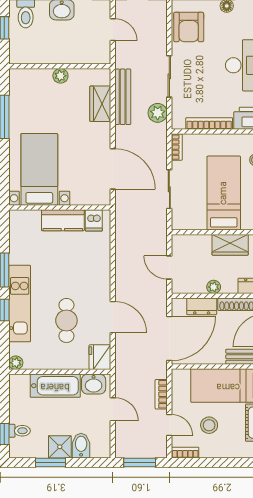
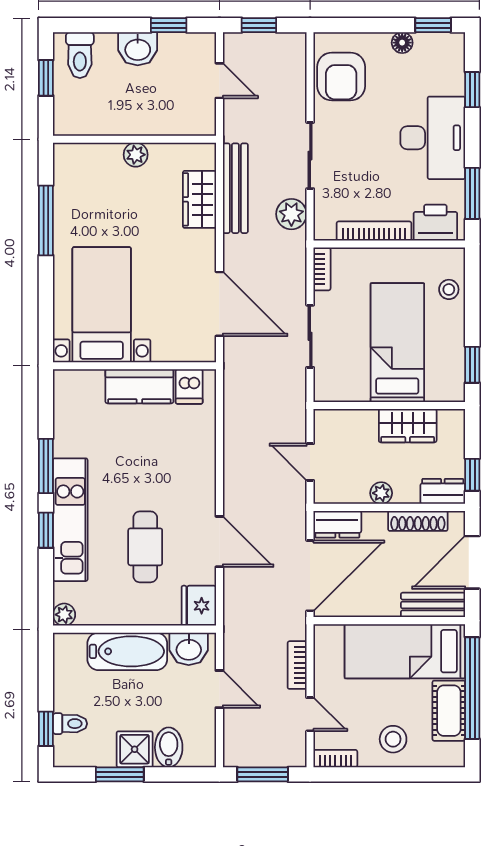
dresser: (202, 306) -> (337, 524), moved
stool: (209, 425) -> (393, 739), moved

